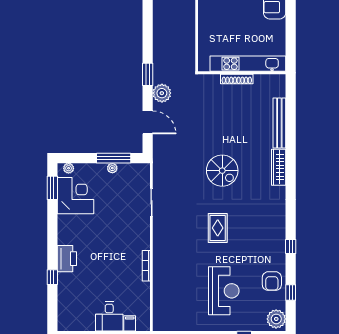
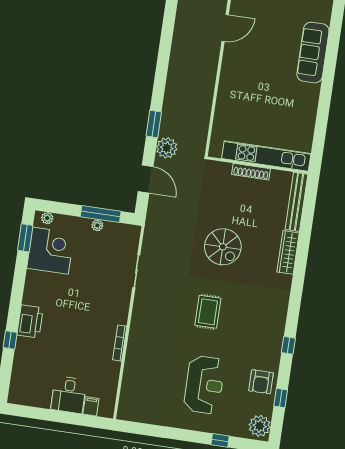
kitchen unit: (248, 64) -> (266, 156), moved
wall: (242, 73) -> (258, 165), moved
shoe rack: (237, 79) -> (251, 172), moved

